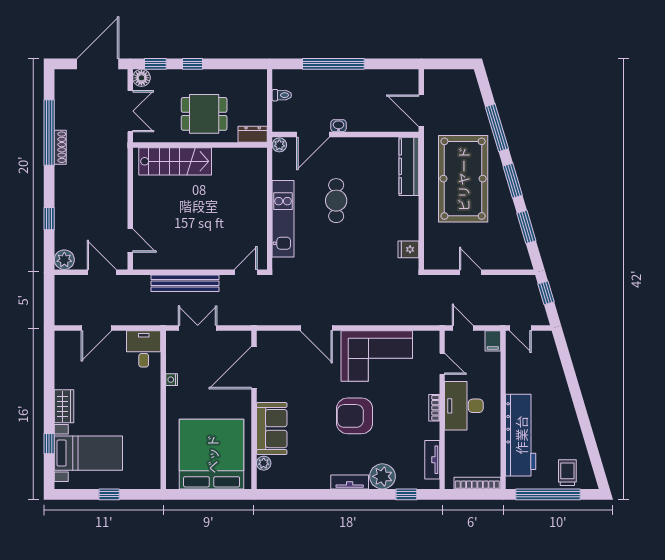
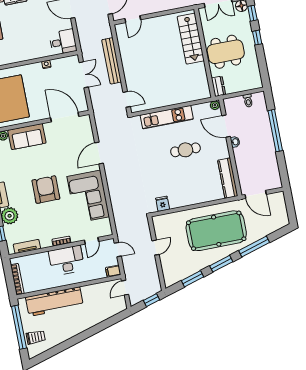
door: (421, 111) -> (256, 194), swing flipped
dining table: (204, 114) -> (226, 52), width x1.38
kitchen counter: (409, 166) -> (228, 178), moved, turned -90
door: (463, 328) -> (118, 250), hinge flipped

